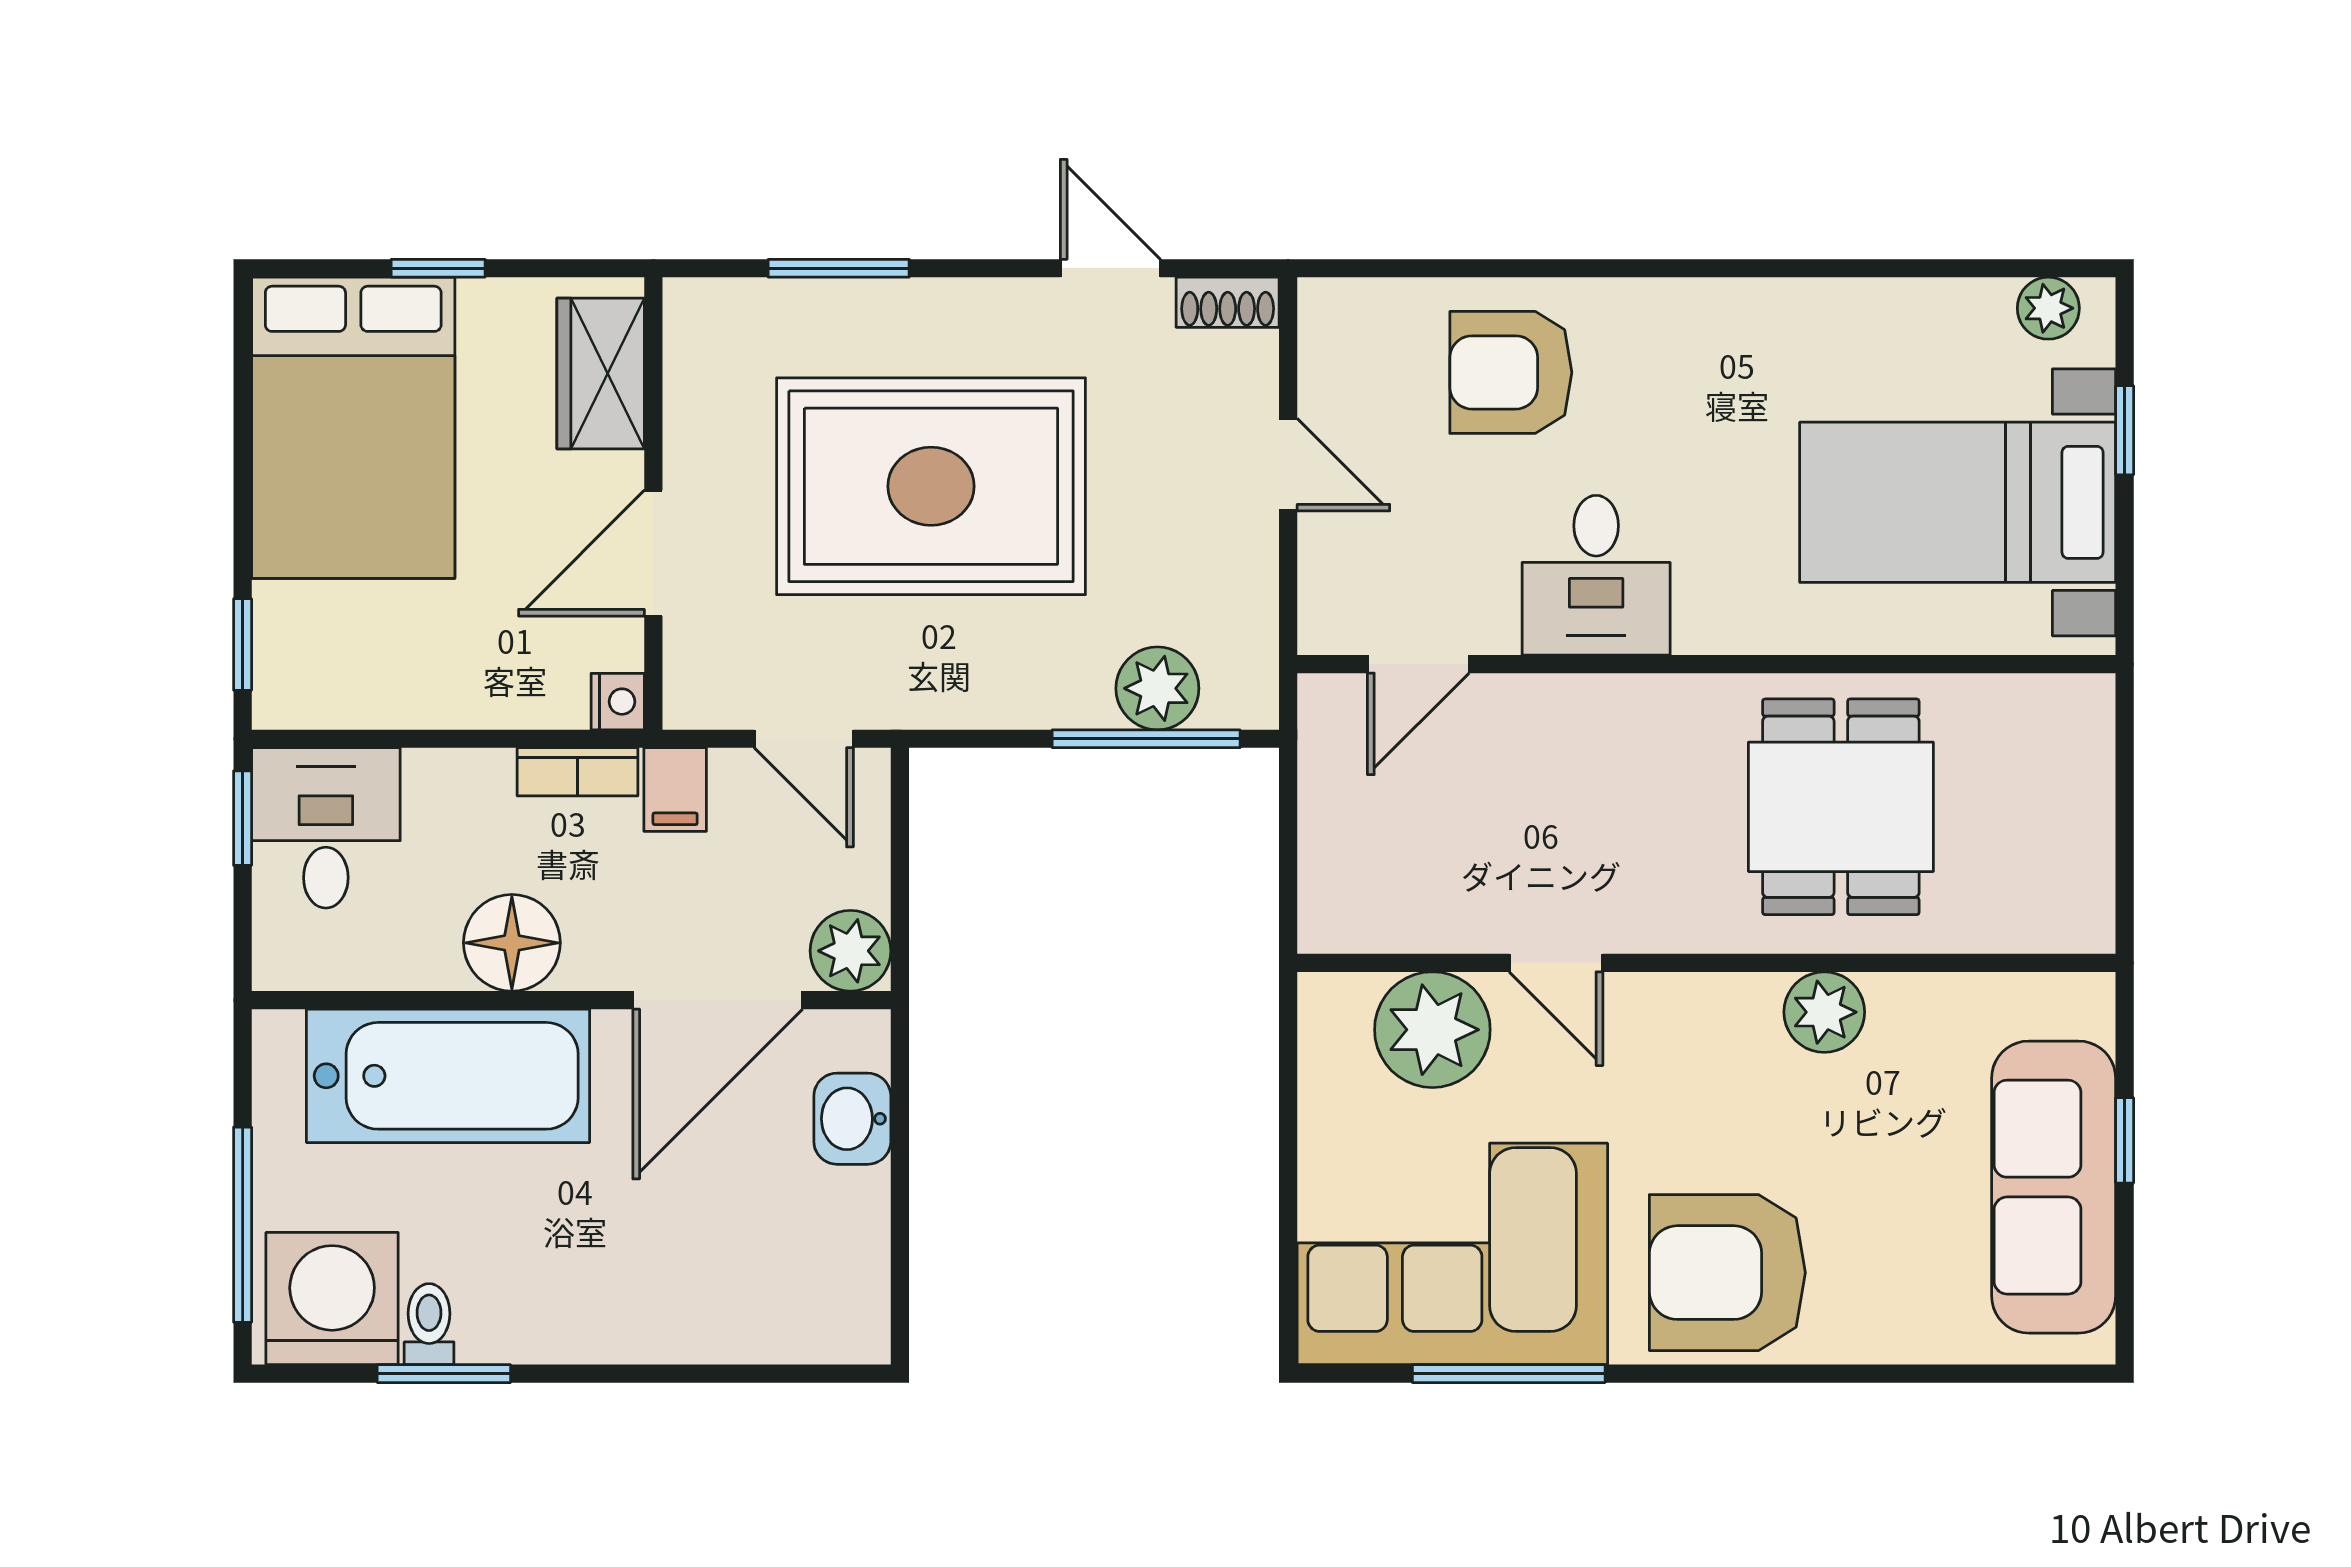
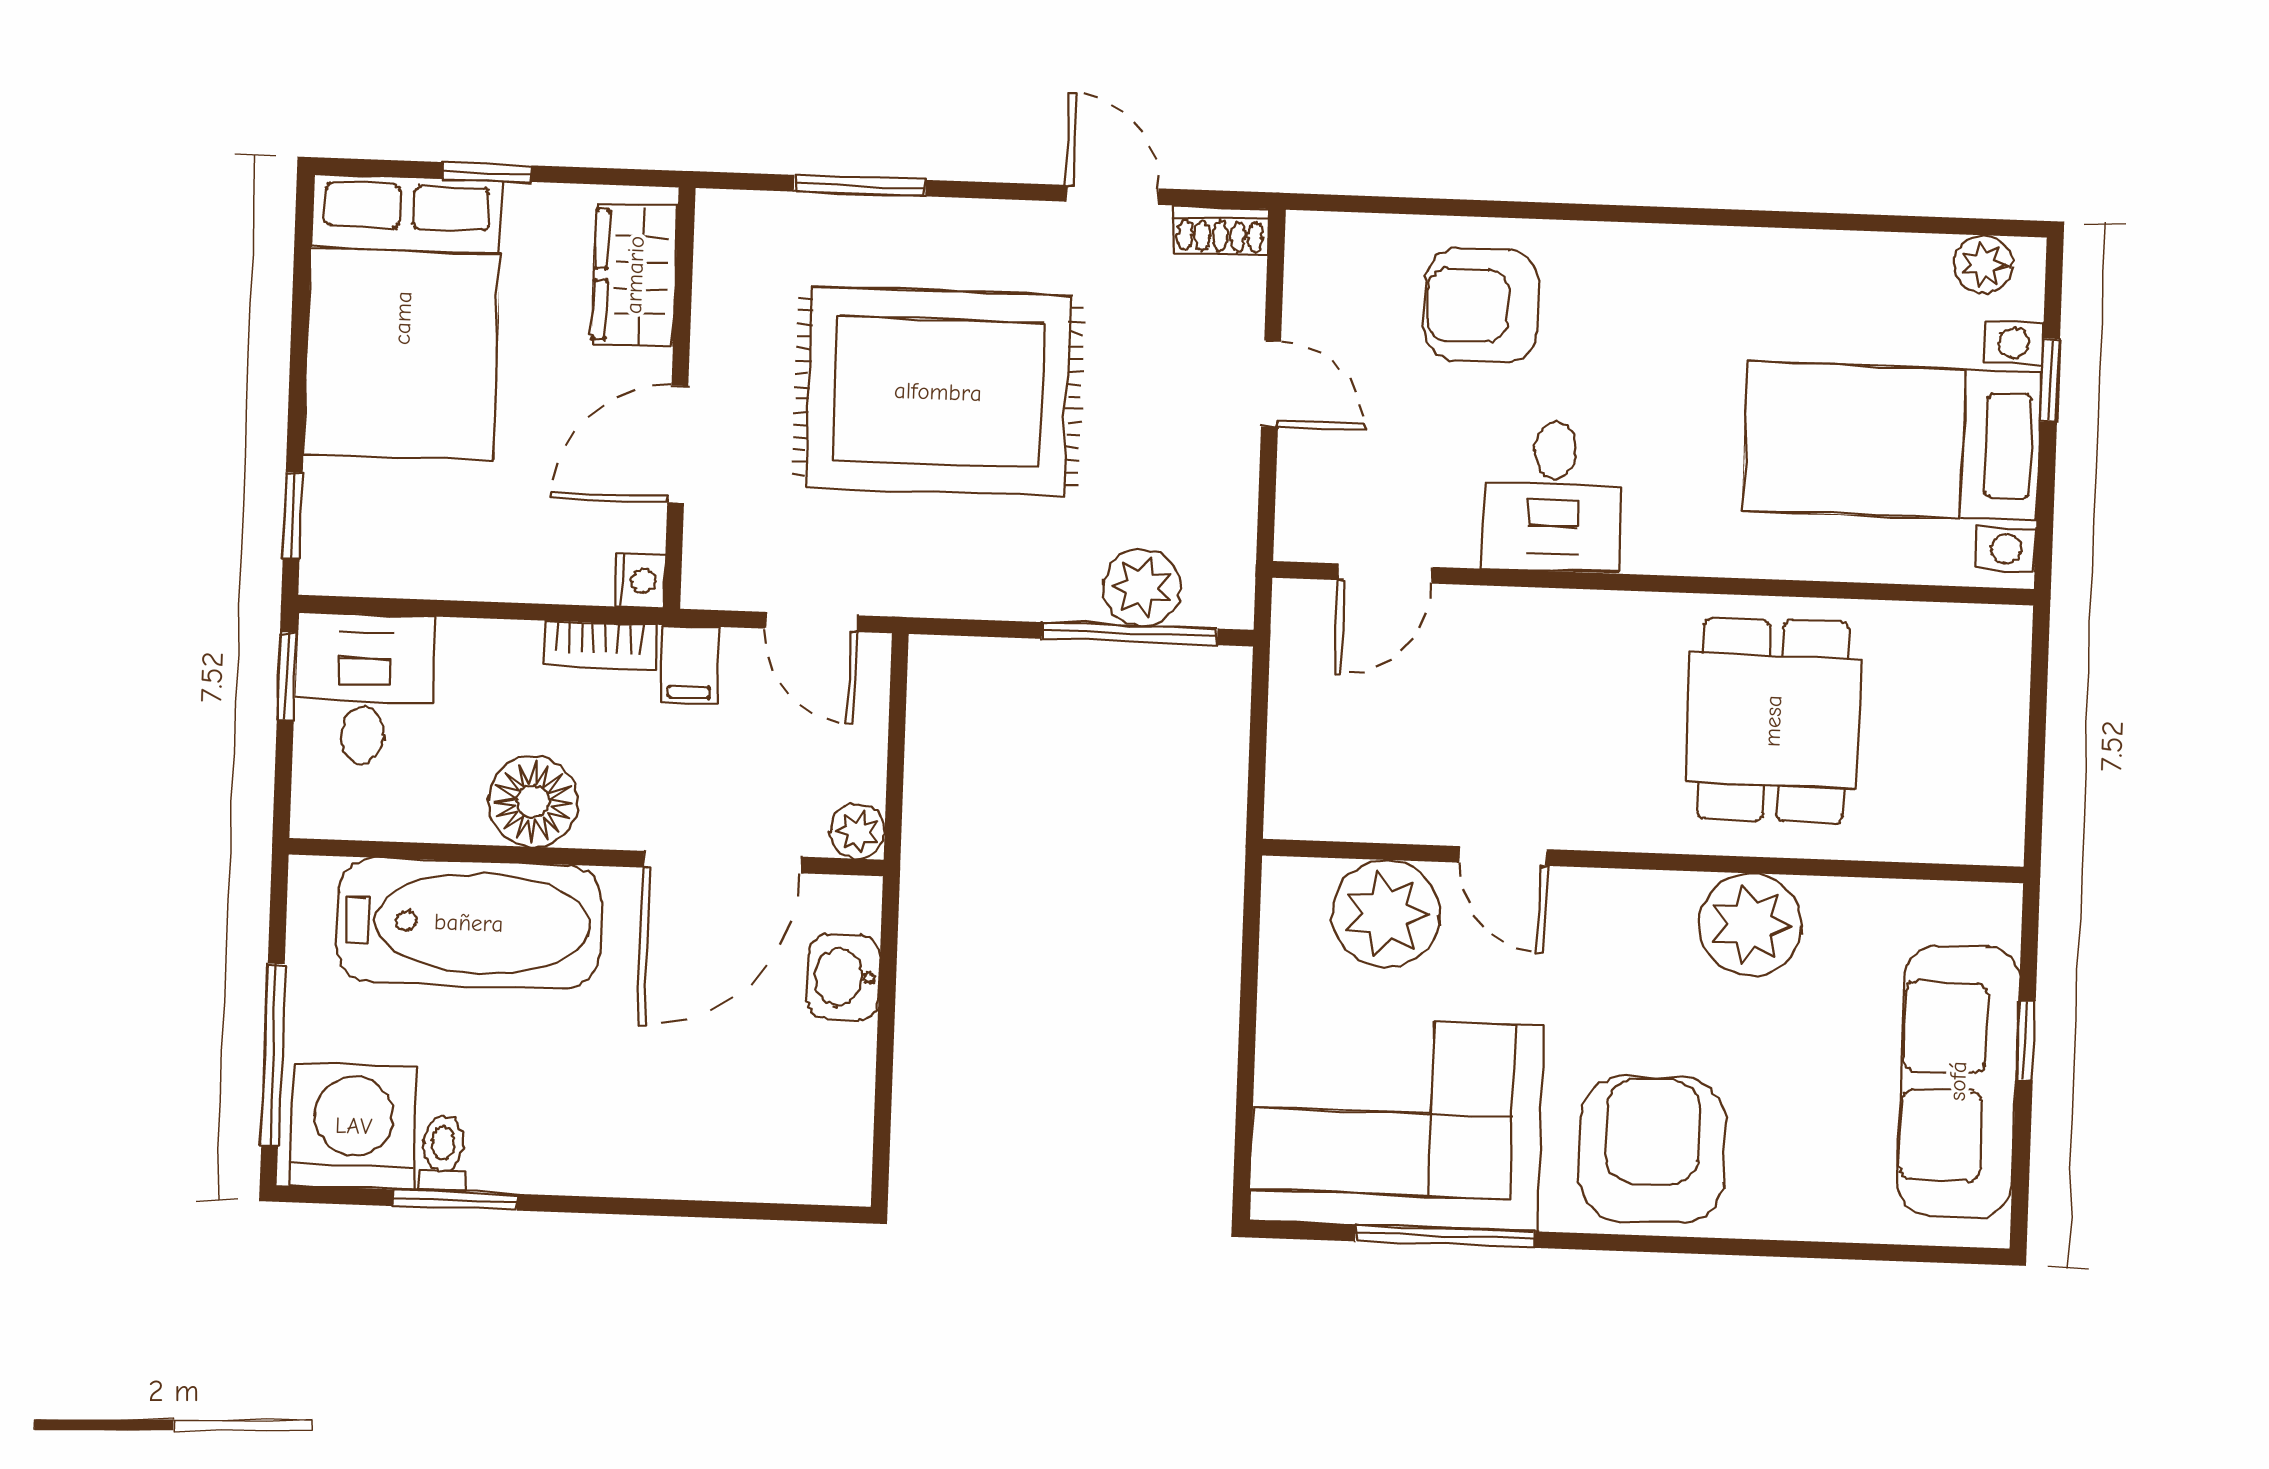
plant: (850, 951) -> (857, 831), width x0.73, depth x0.73
plant: (1824, 1012) -> (1750, 925), width x1.36, depth x1.36
armchair: (1727, 1273) -> (1652, 1150), turned 90

